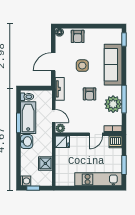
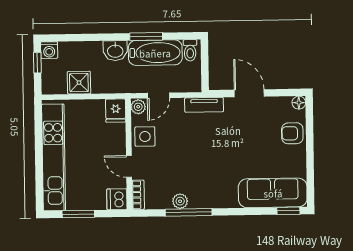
sofa: (113, 65) -> (273, 193), moved
side table: (82, 66) -> (145, 136), moved
armchair: (90, 94) -> (196, 155), removed
plant: (113, 104) -> (180, 201), width x0.53, depth x0.53
kitchen unit: (98, 179) -> (54, 157), width x1.36

